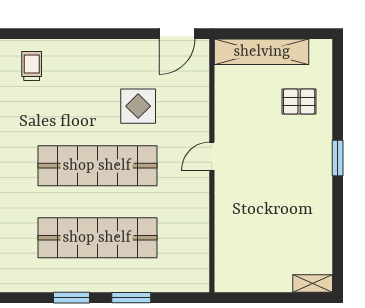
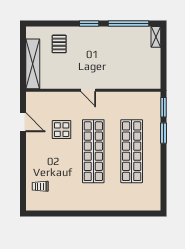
door: (177, 34) -> (23, 122), moved
window: (338, 232) -> (128, 23), added
window: (72, 298) -> (164, 107), moved

